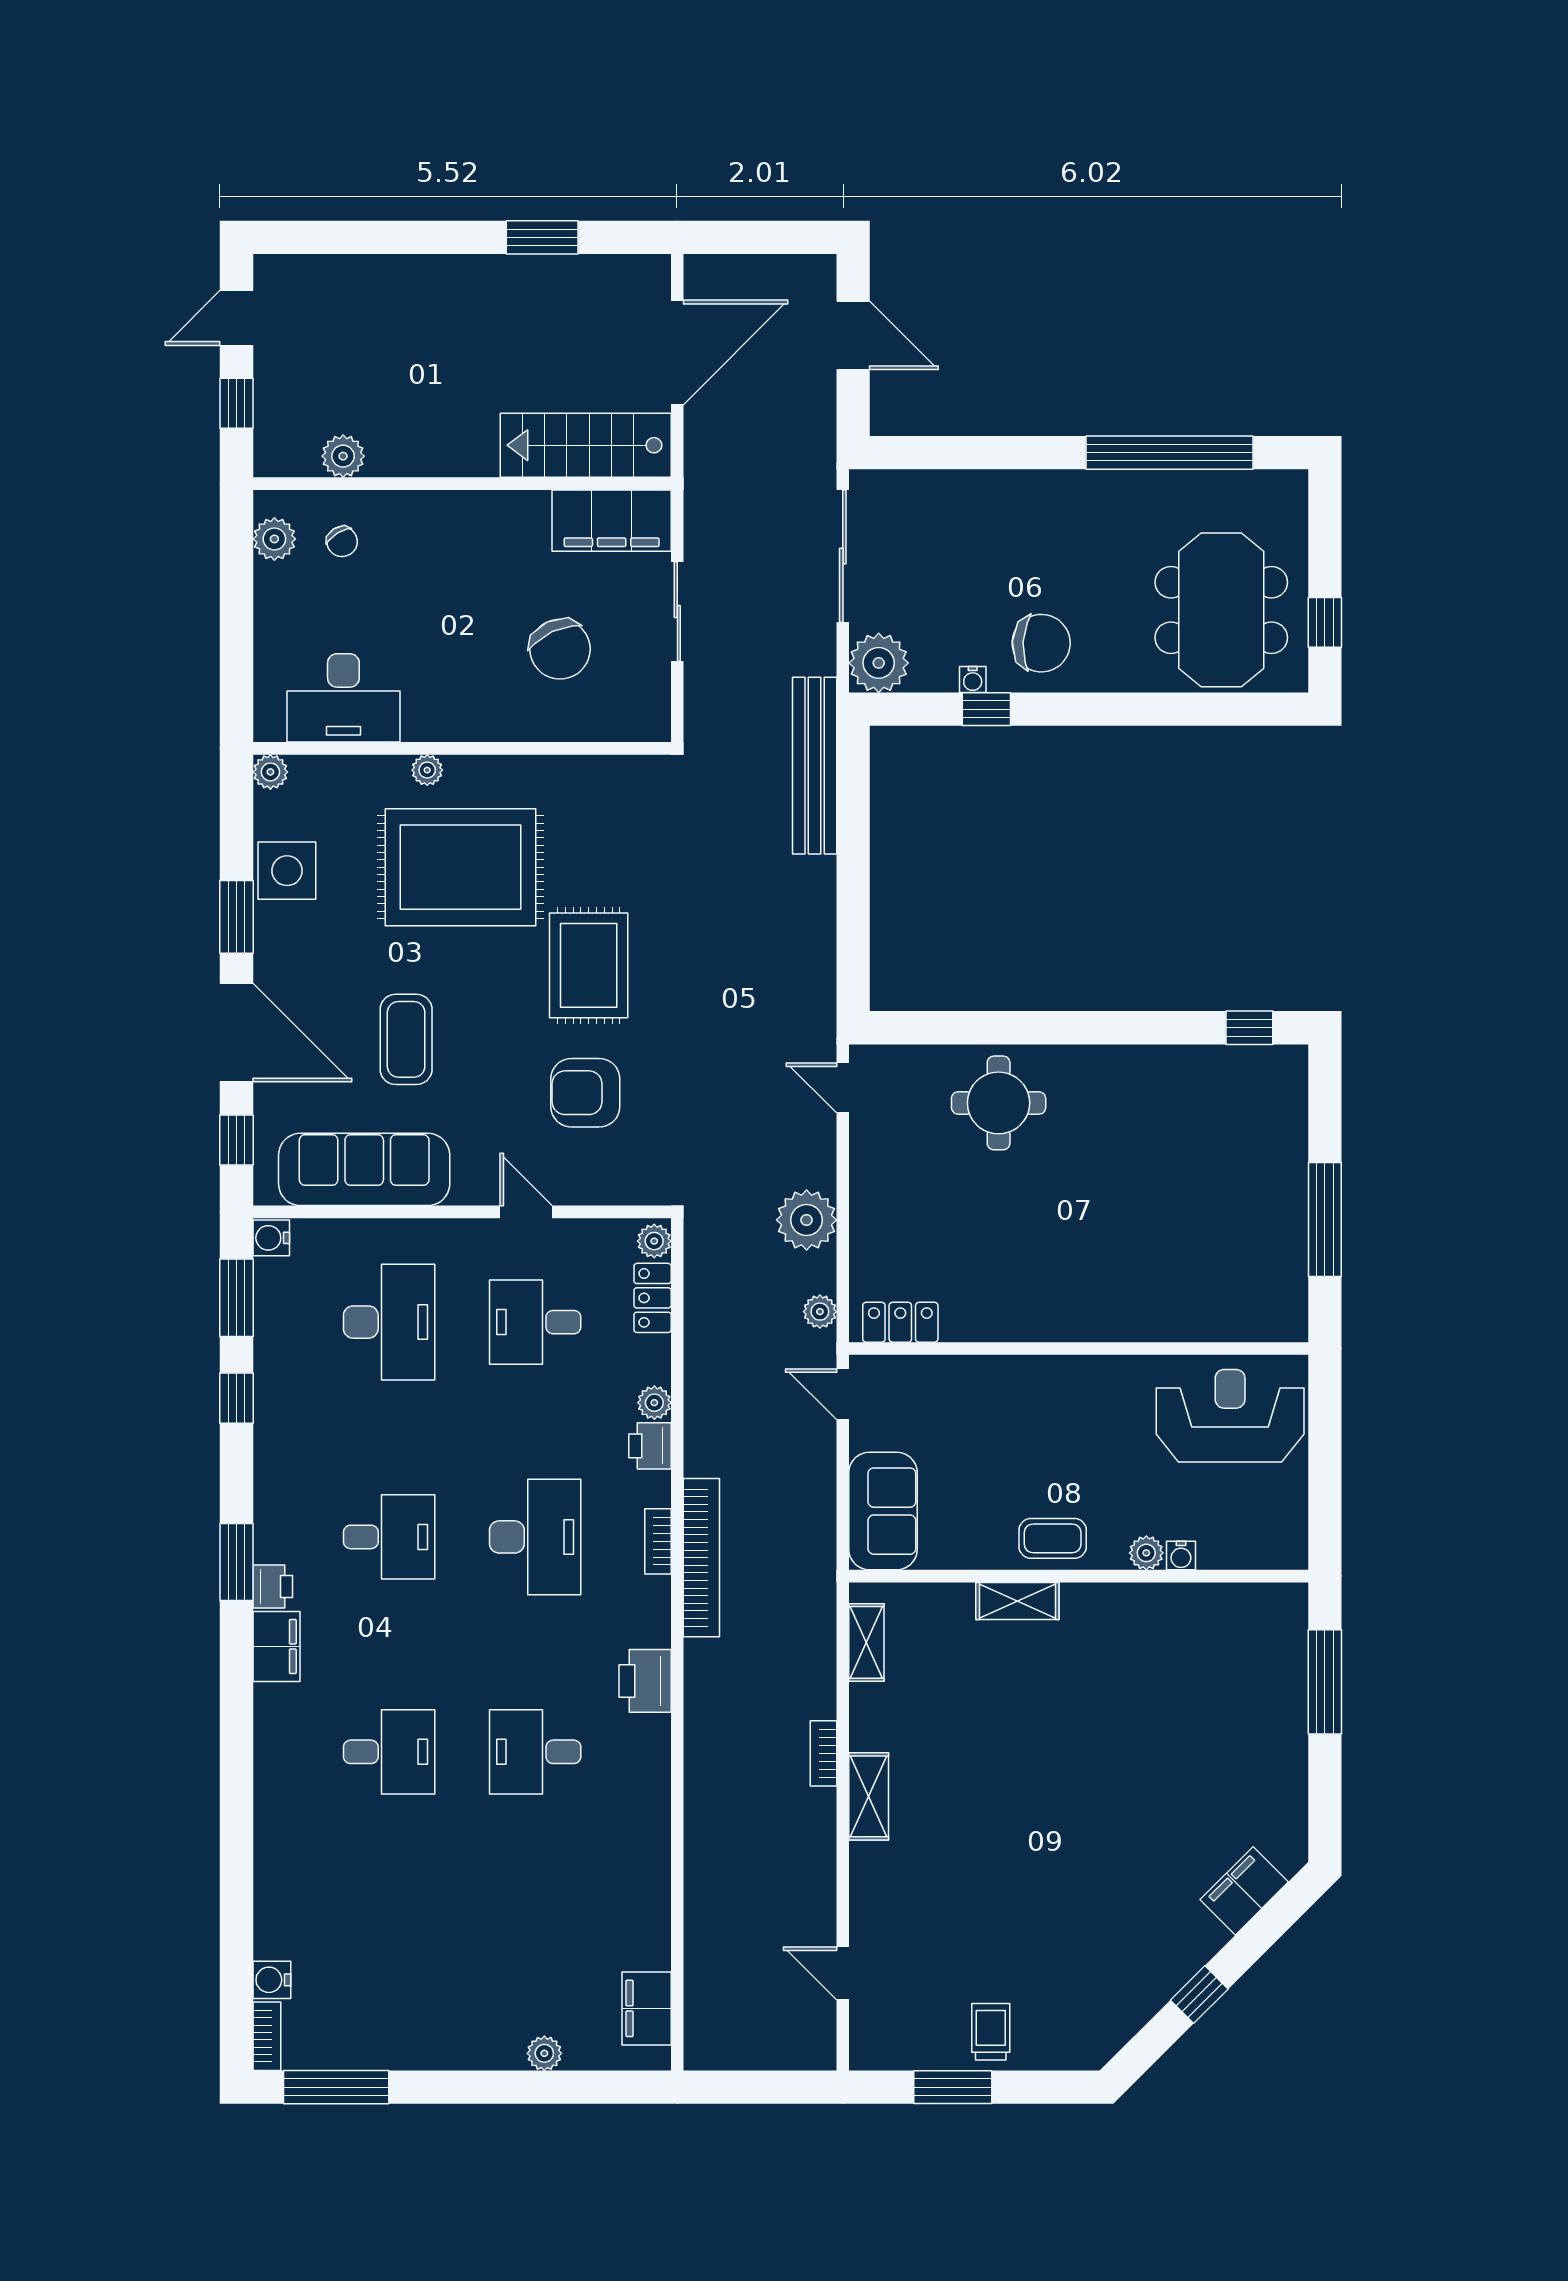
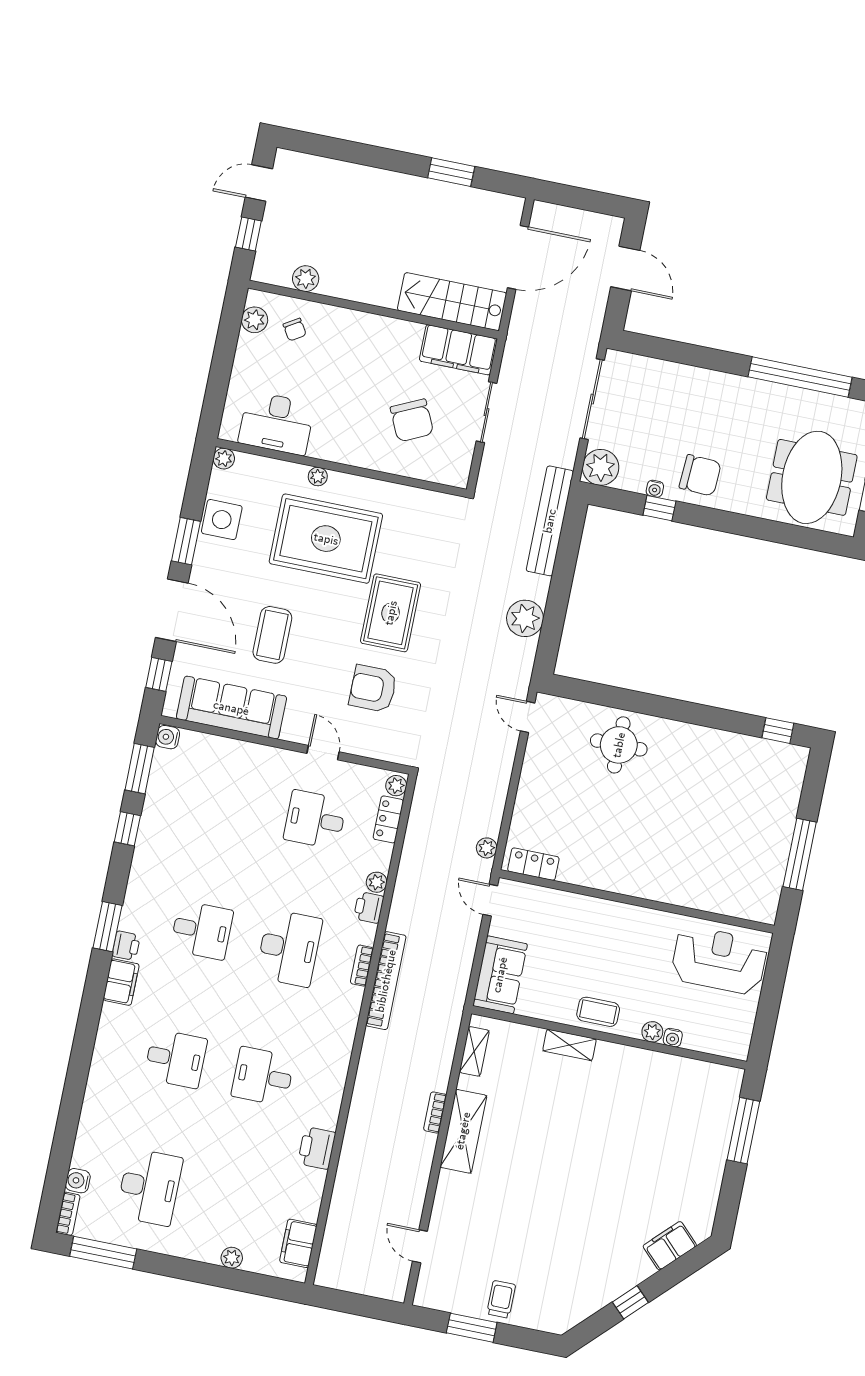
plant: (807, 1220) -> (525, 618), moved
desk: (389, 1322) -> (149, 1187), moved
printer: (645, 1681) -> (317, 1148), moved
shelving: (869, 1796) -> (463, 1131), width x1.50, depth x1.33

